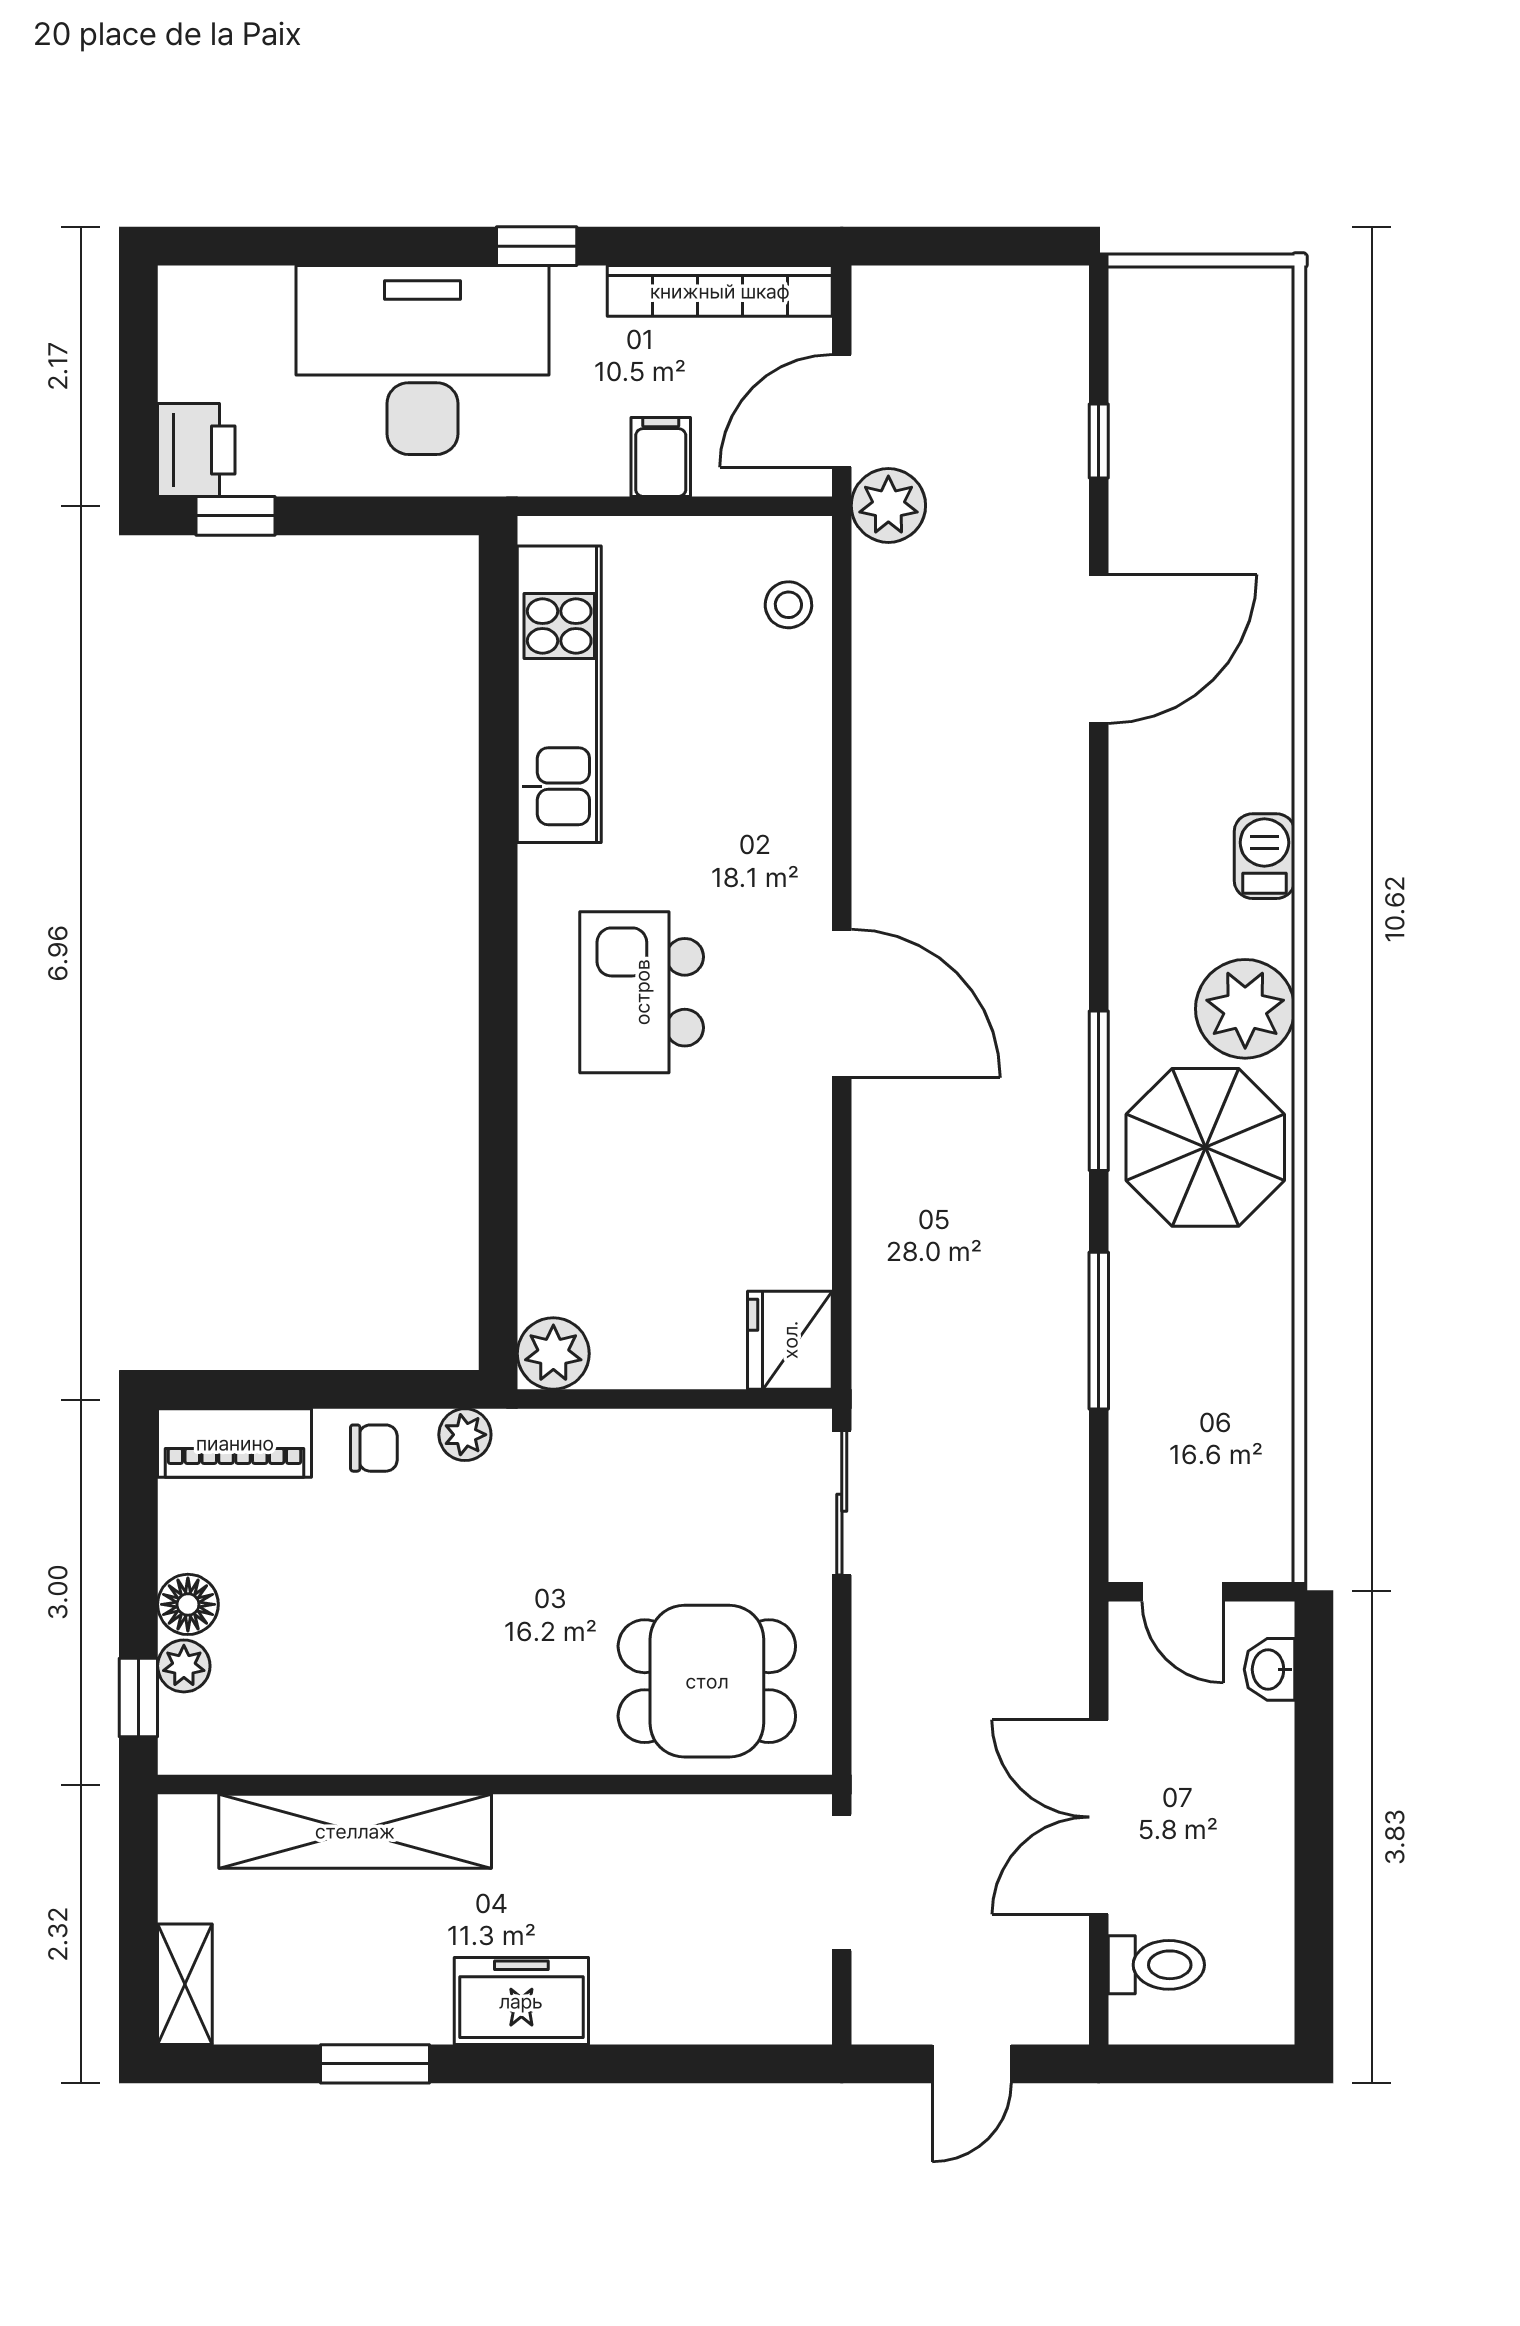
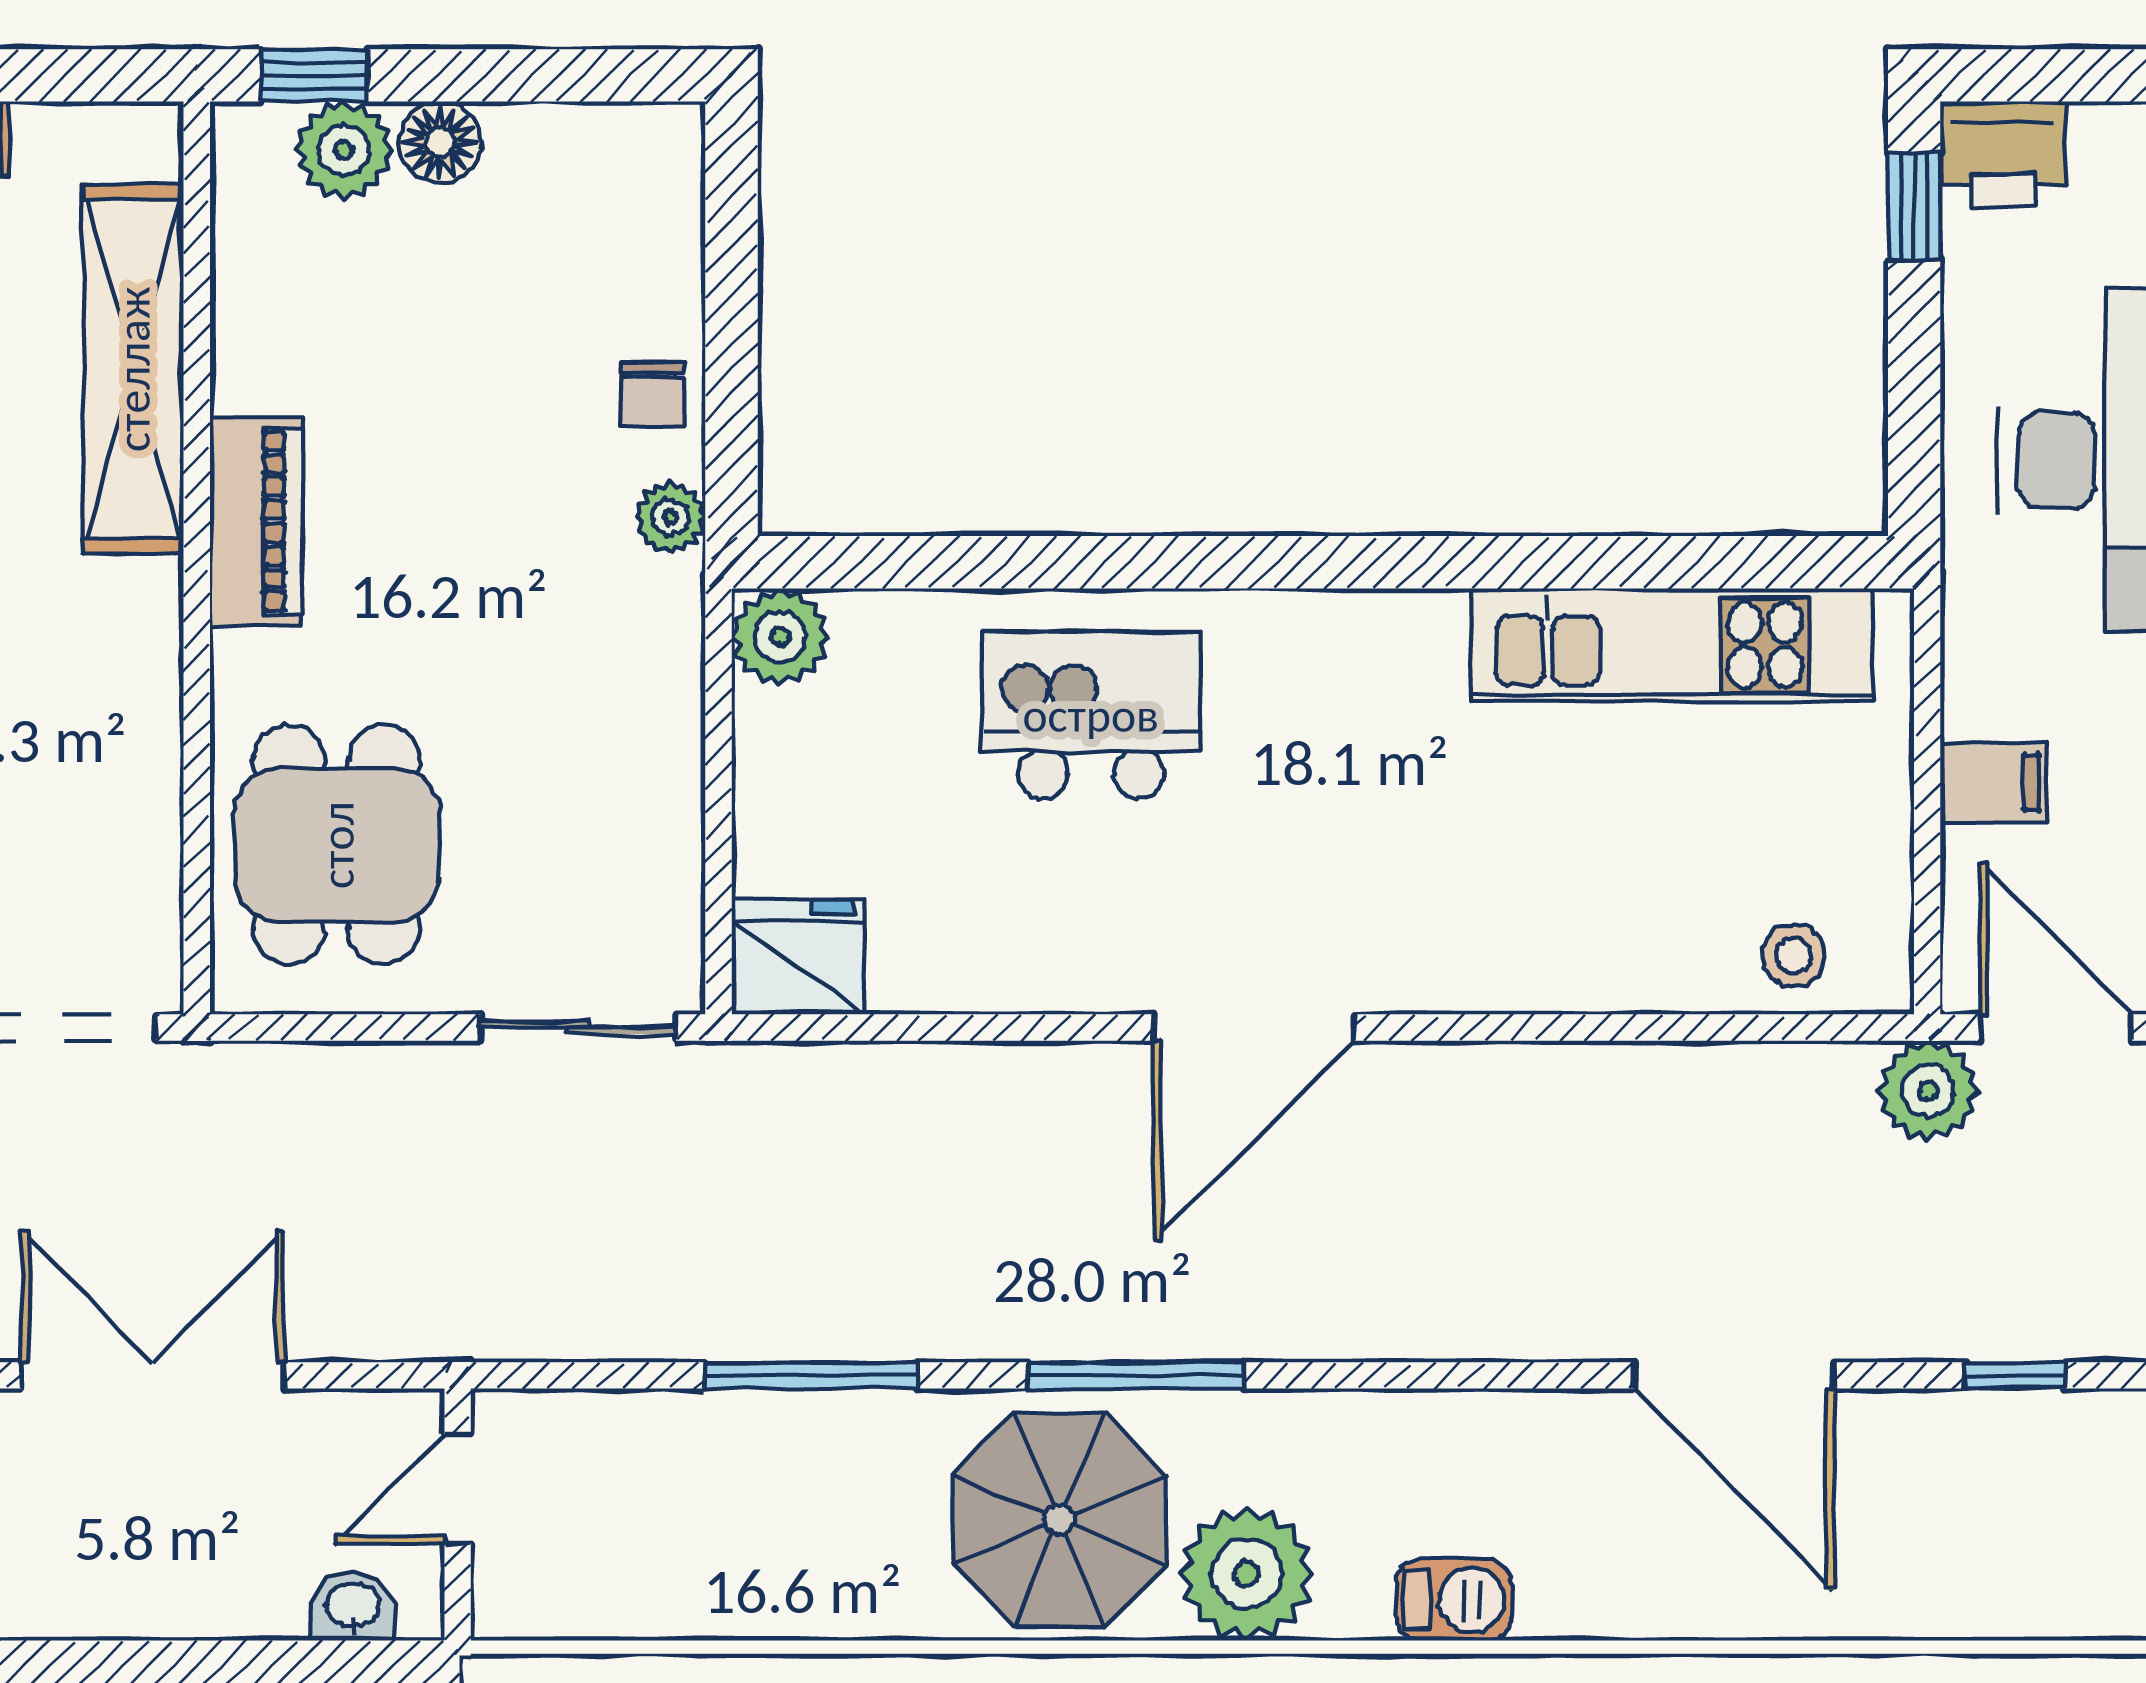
kitchen island: (642, 992) -> (1091, 715), moved
piano: (235, 1443) -> (256, 521), moved, turned 180
plant: (184, 1666) -> (344, 150), width x1.38, depth x1.38

